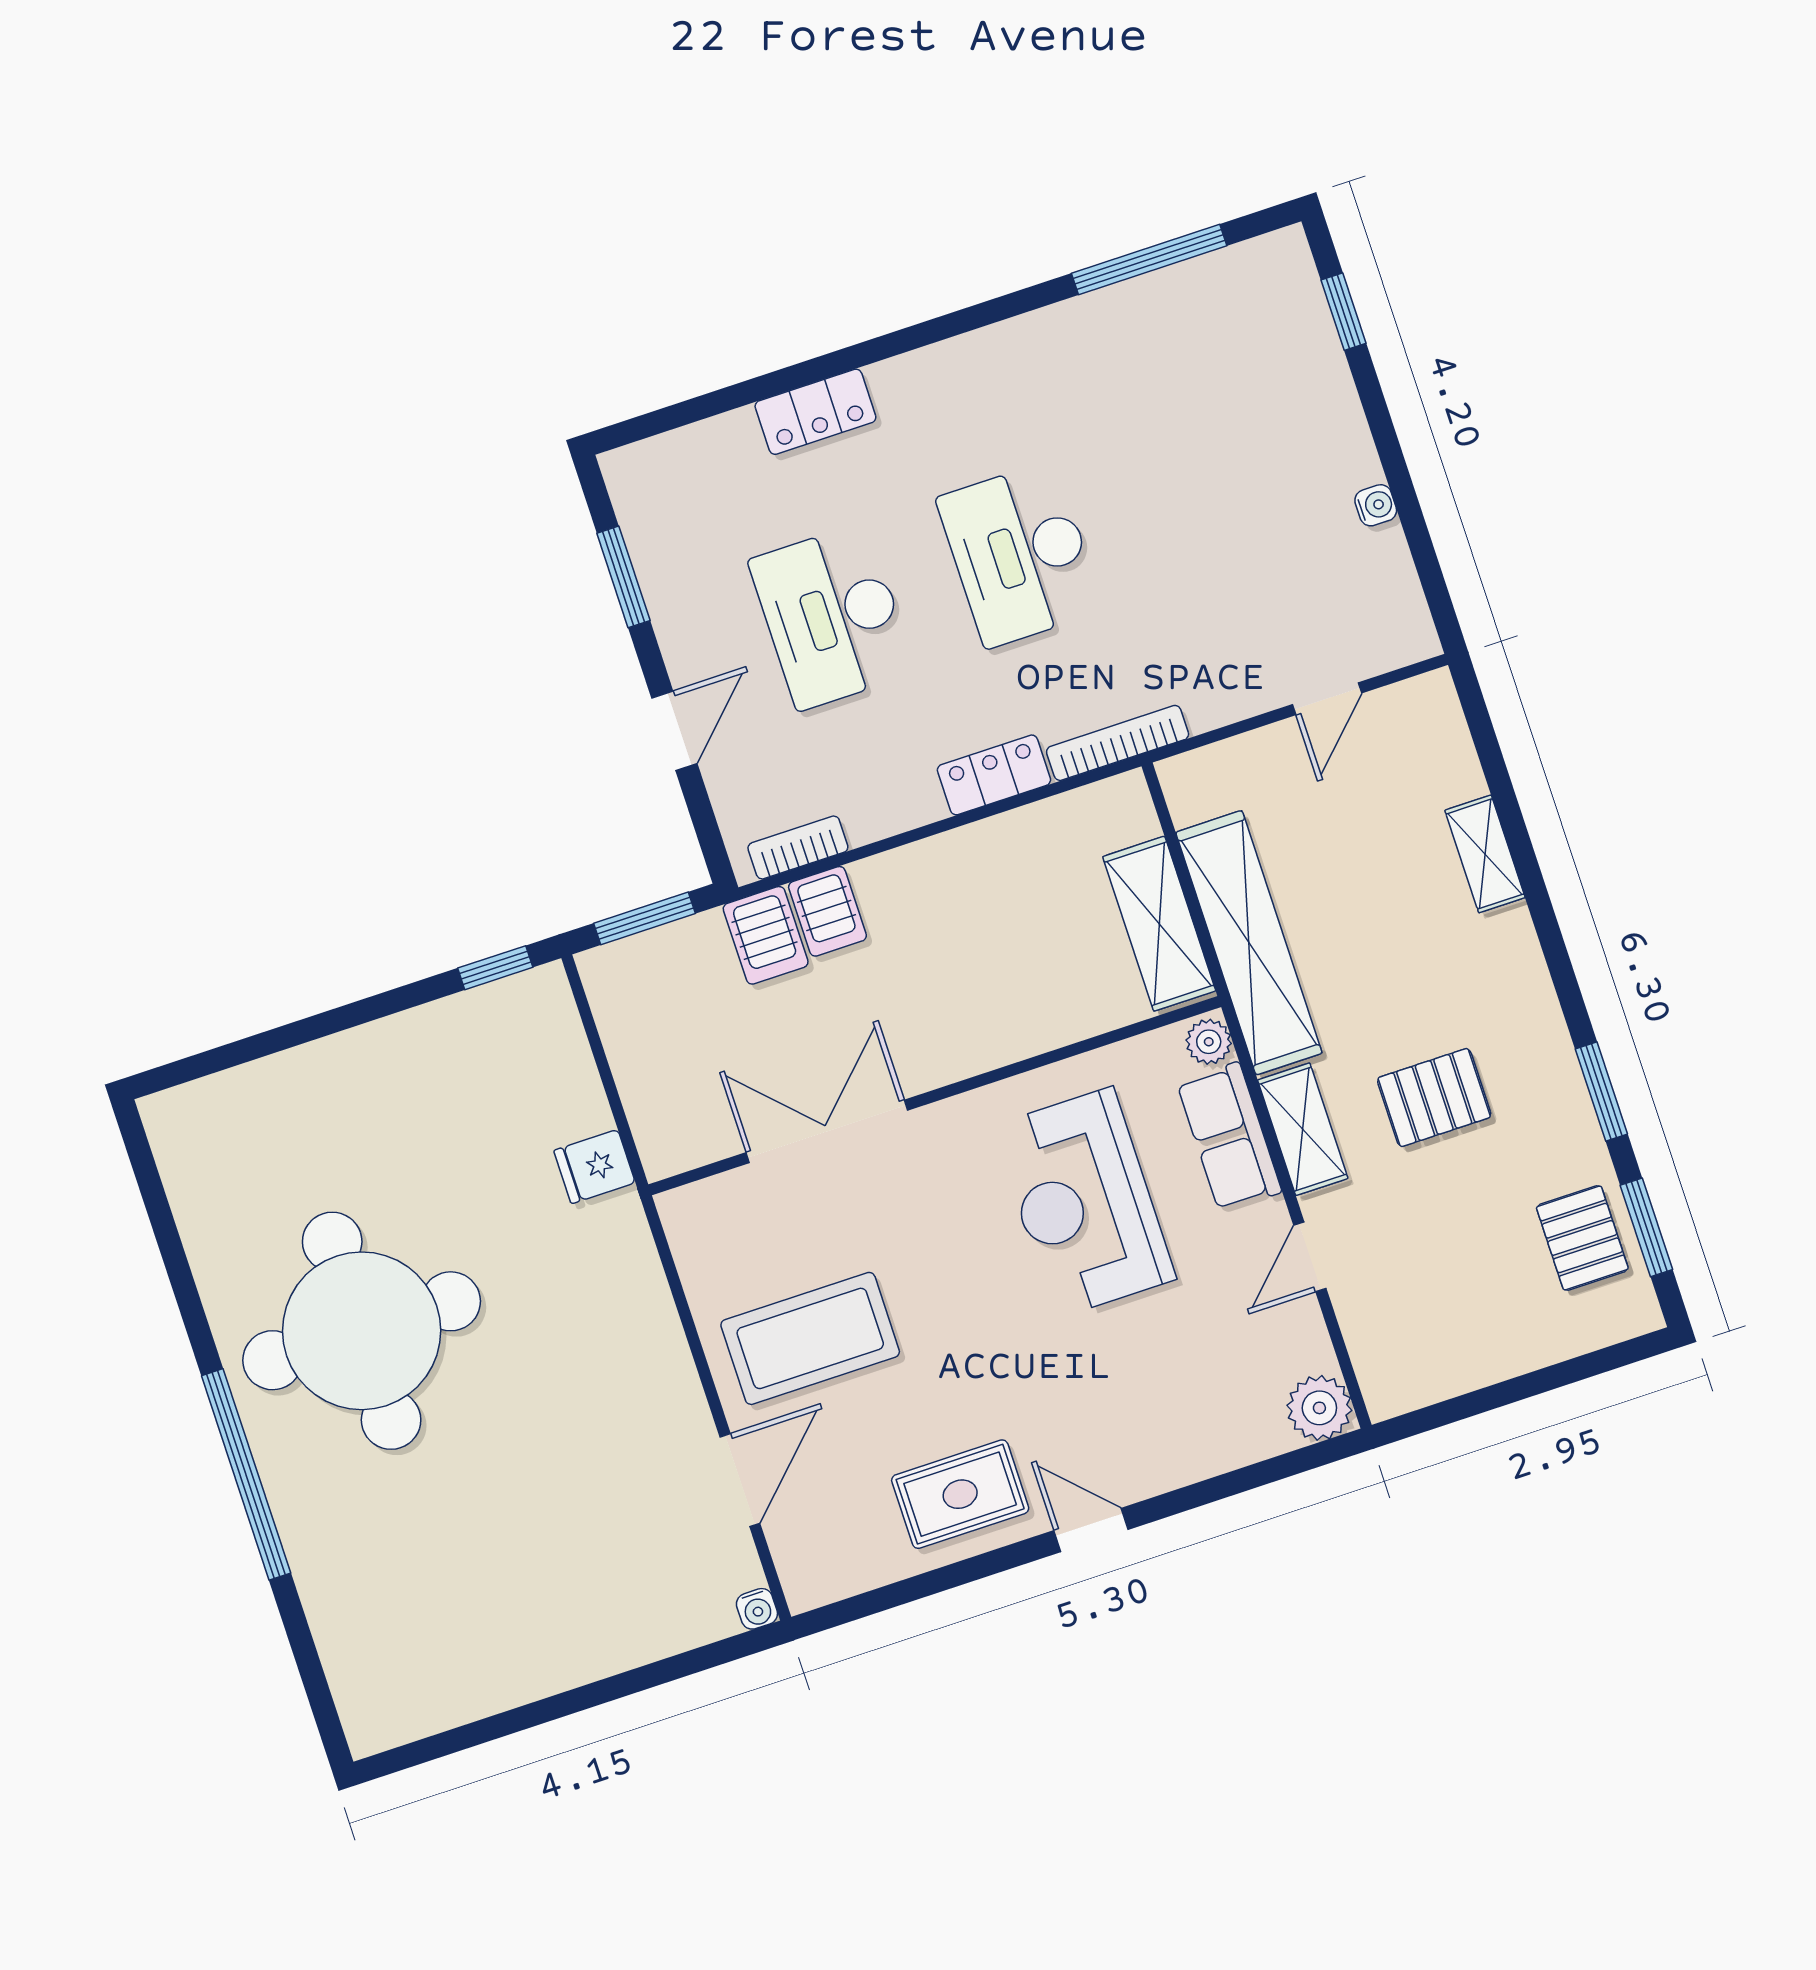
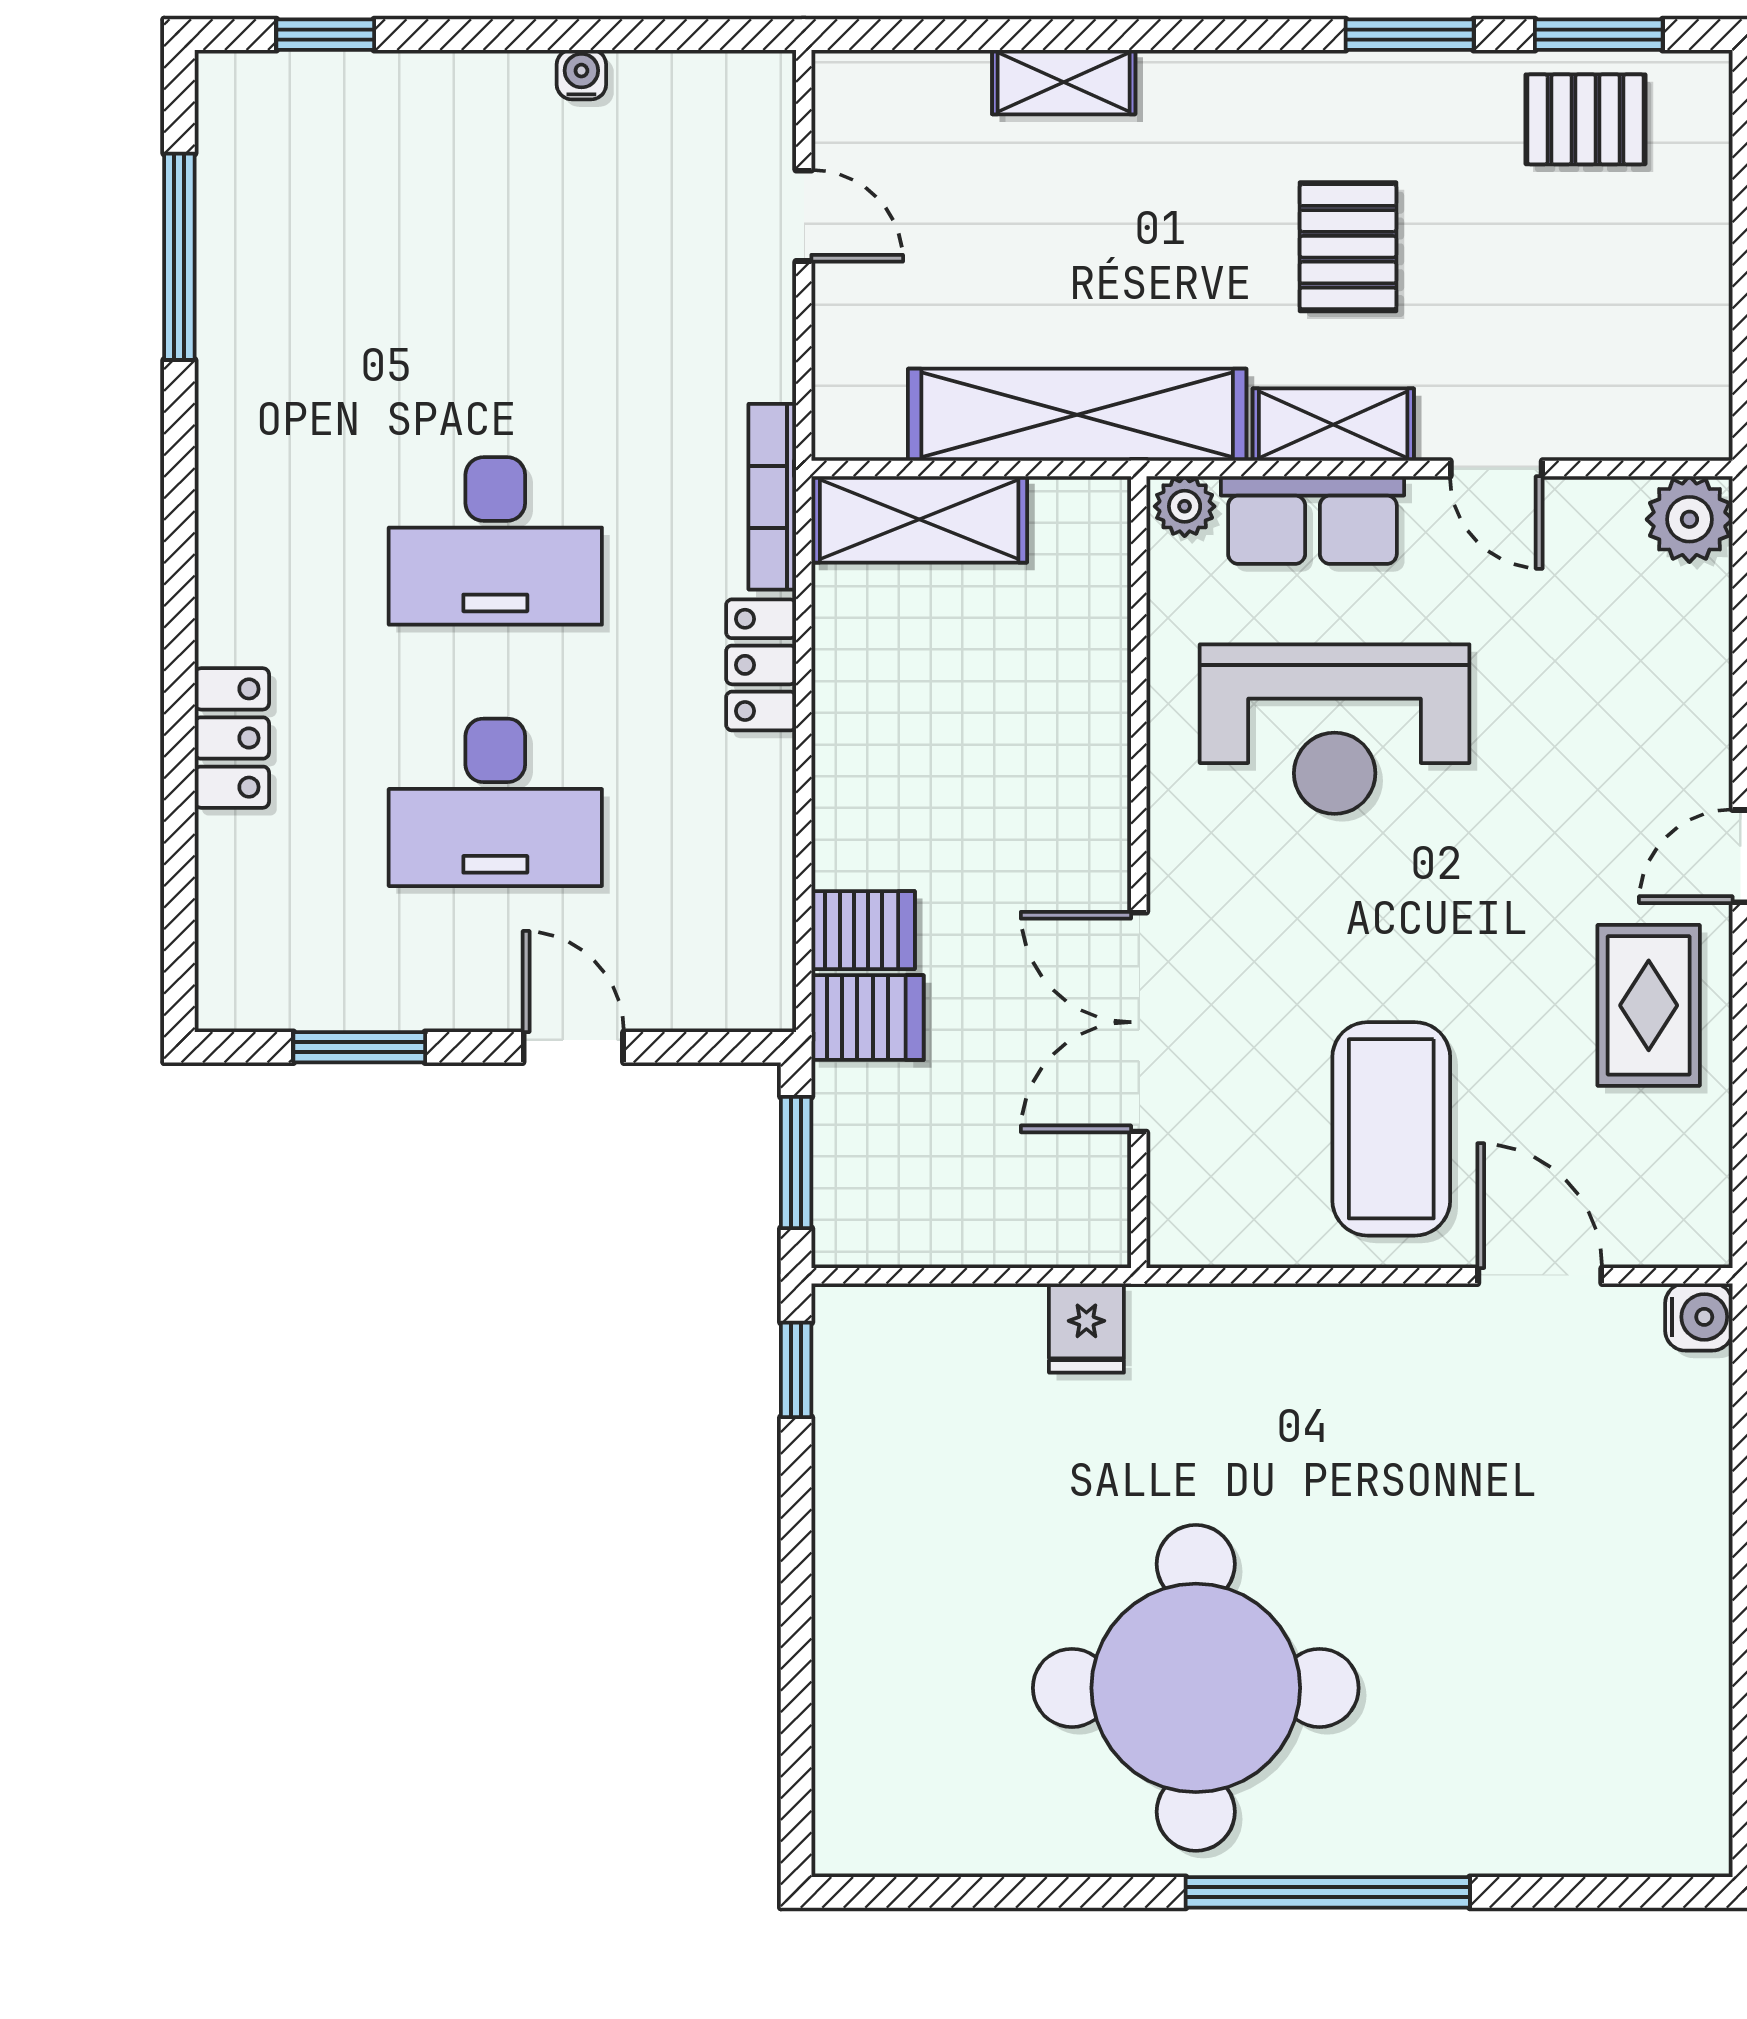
bookcase: (798, 847) -> (771, 941), removed
shelving: (1159, 924) -> (919, 519), moved
water cooler: (757, 1609) -> (1699, 1317), width x1.38, depth x1.38

